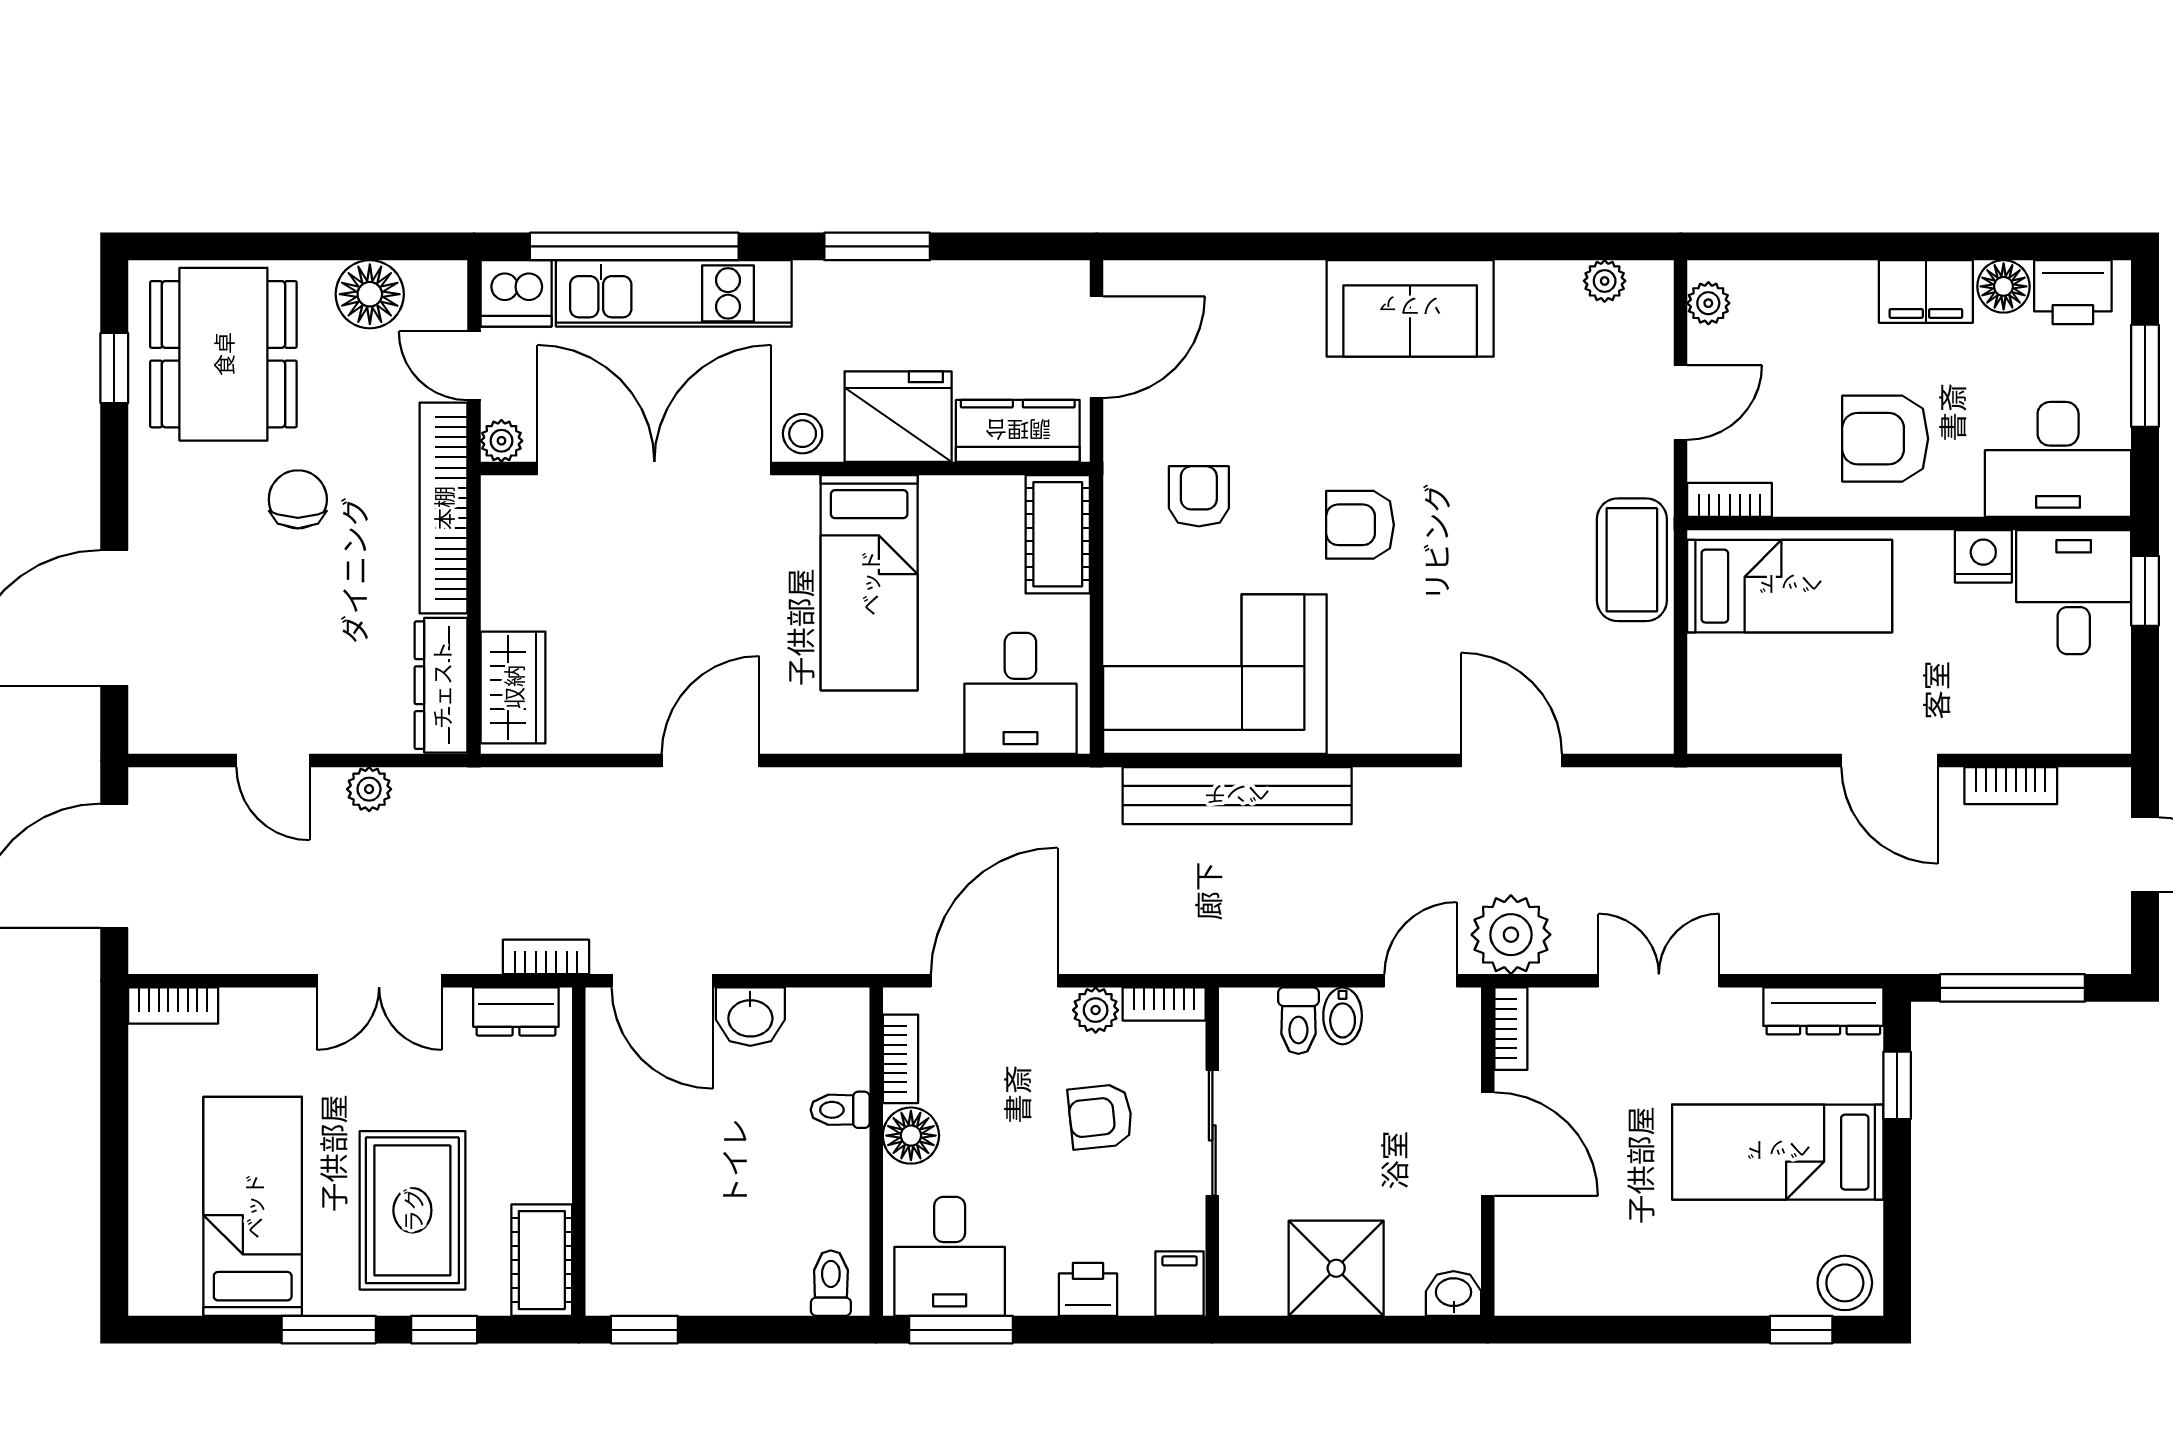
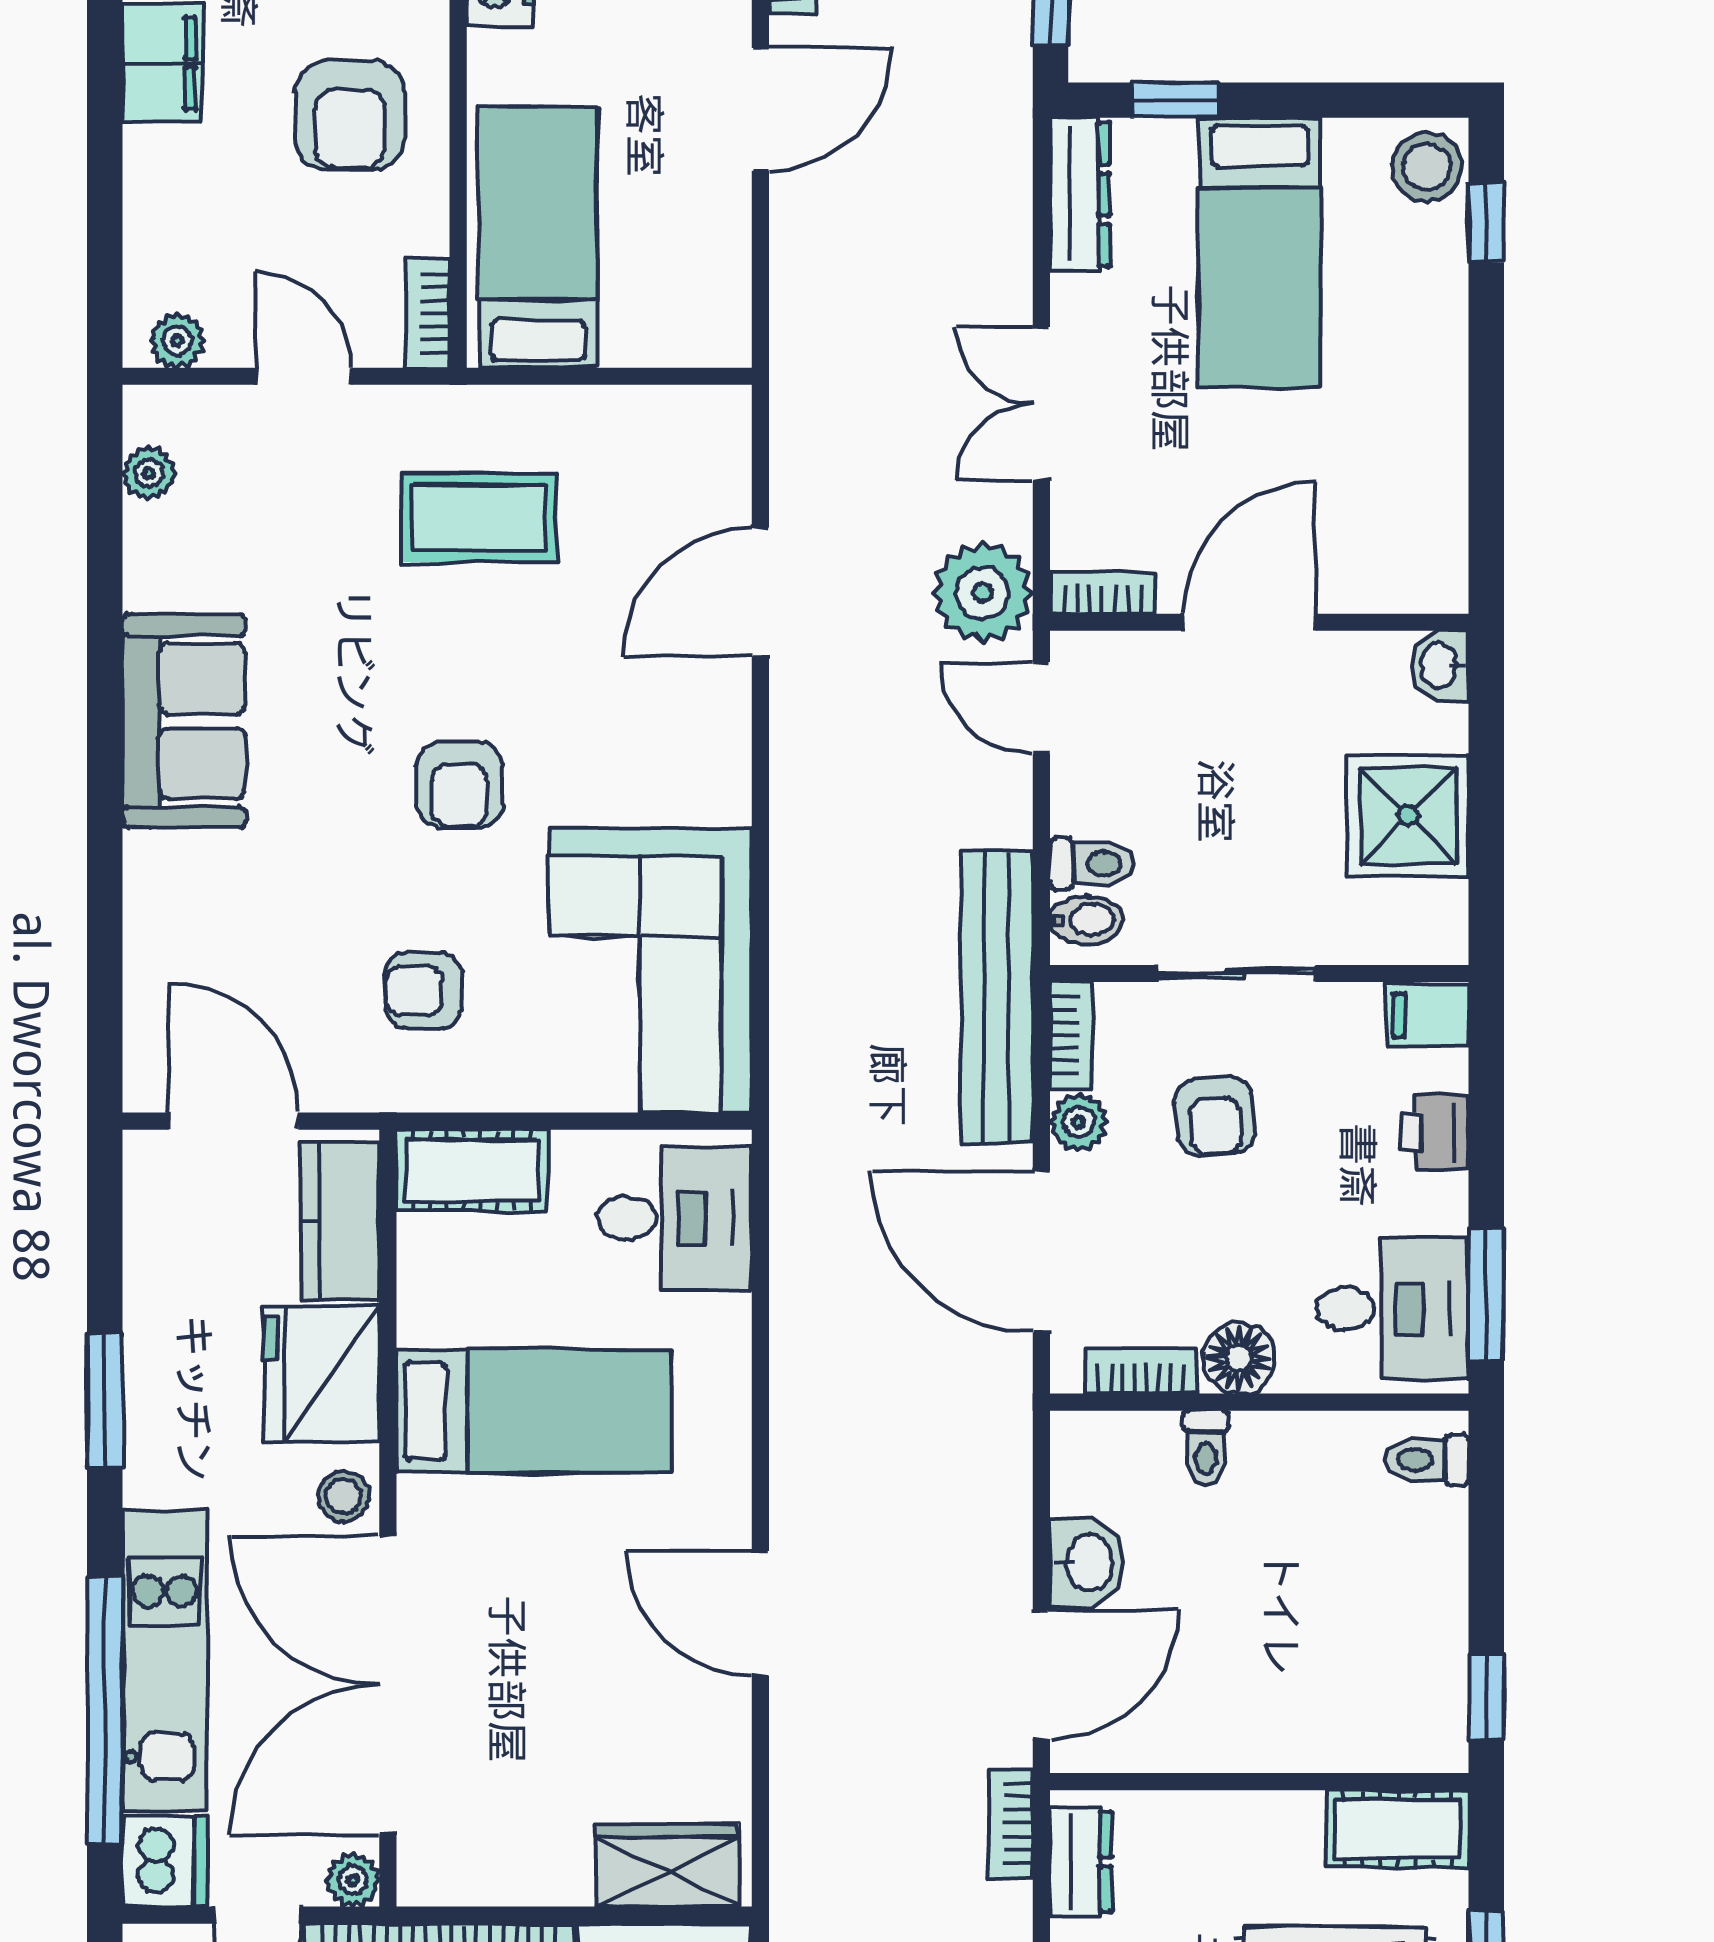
coffee table: (1632, 560) -> (479, 517), moved
bench: (1237, 796) -> (997, 998), moved
bidet: (1343, 1016) -> (1086, 920), moved

